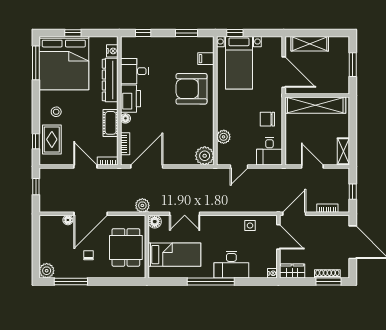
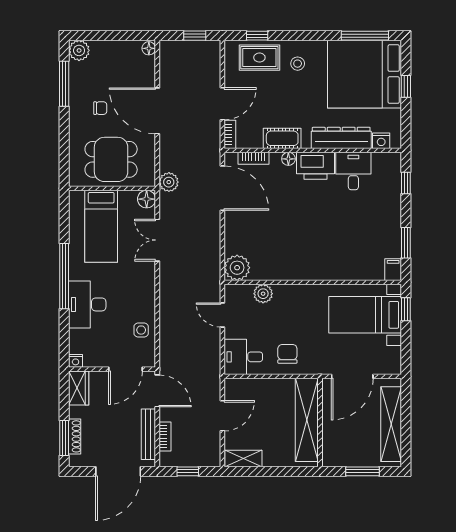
shelving: (310, 44) -> (391, 424), width x1.47
filing cabinet: (206, 59) -> (393, 270), moved
armchair: (192, 89) -> (329, 250), removed
floor lamp: (68, 220) -> (149, 48), moved
bench: (326, 220) -> (148, 434), added

